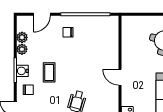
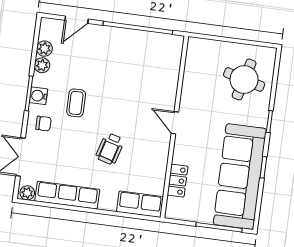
chair: (68, 32) -> (110, 50), removed

